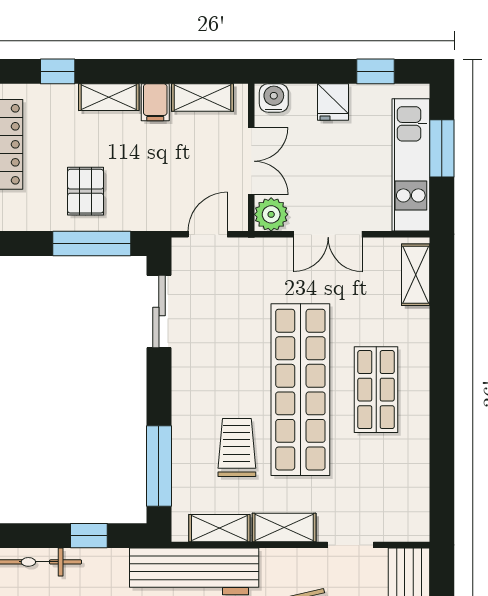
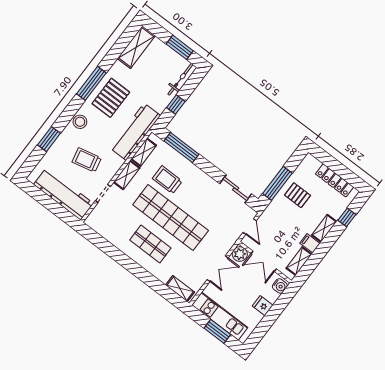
window: (376, 71) -> (262, 329), removed
double door: (328, 234) -> (218, 269), swing flipped
trolley: (237, 447) -> (167, 180), turned 180

